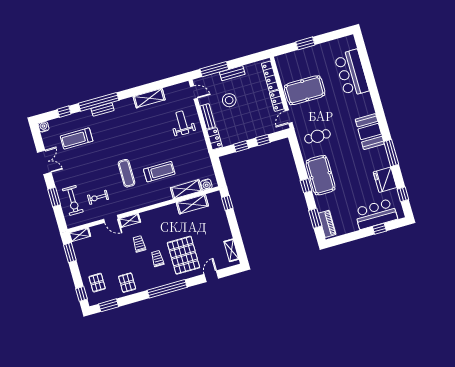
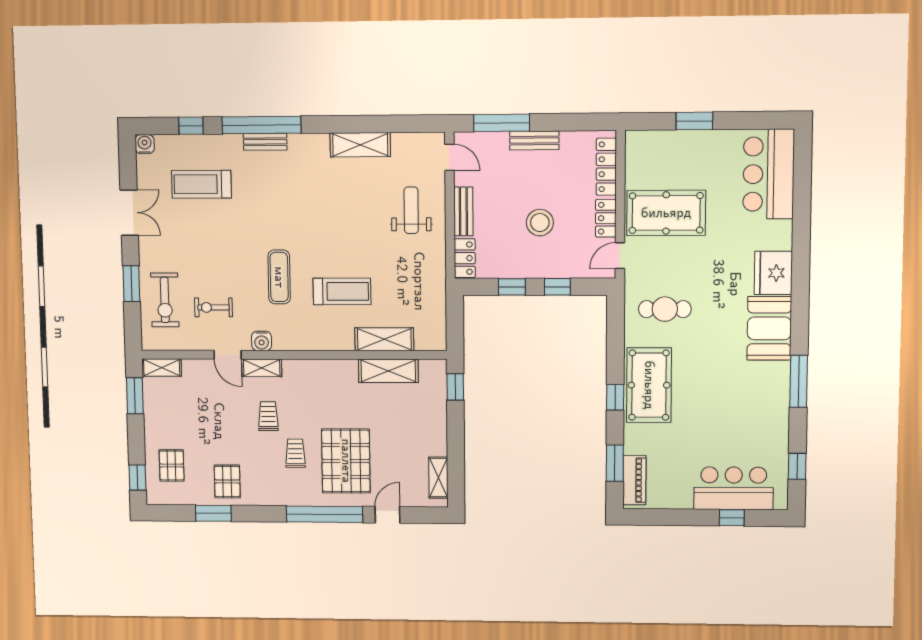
bar counter: (352, 73) -> (769, 174), moved
stool: (229, 100) -> (540, 223), moved
fridge: (385, 180) -> (773, 273), moved
water cooler: (206, 184) -> (262, 341), moved
window: (167, 289) -> (325, 514), moved
window: (109, 305) -> (213, 513), moved

